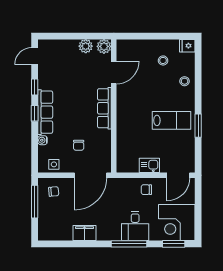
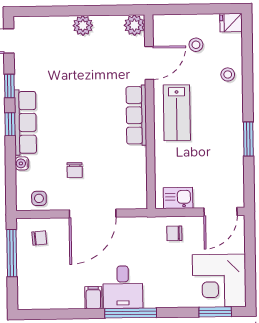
plant: (104, 46) -> (134, 25), moved
door: (114, 73) -> (149, 63), moved
wall: (114, 106) -> (150, 112), moved
row of seats: (104, 108) -> (136, 115), moved
lab bench: (172, 120) -> (177, 113), moved, turned 90
desk: (135, 226) -> (123, 287), moved
filing cabinet: (84, 233) -> (93, 298), width x0.50
window: (129, 244) -> (131, 313), moved

